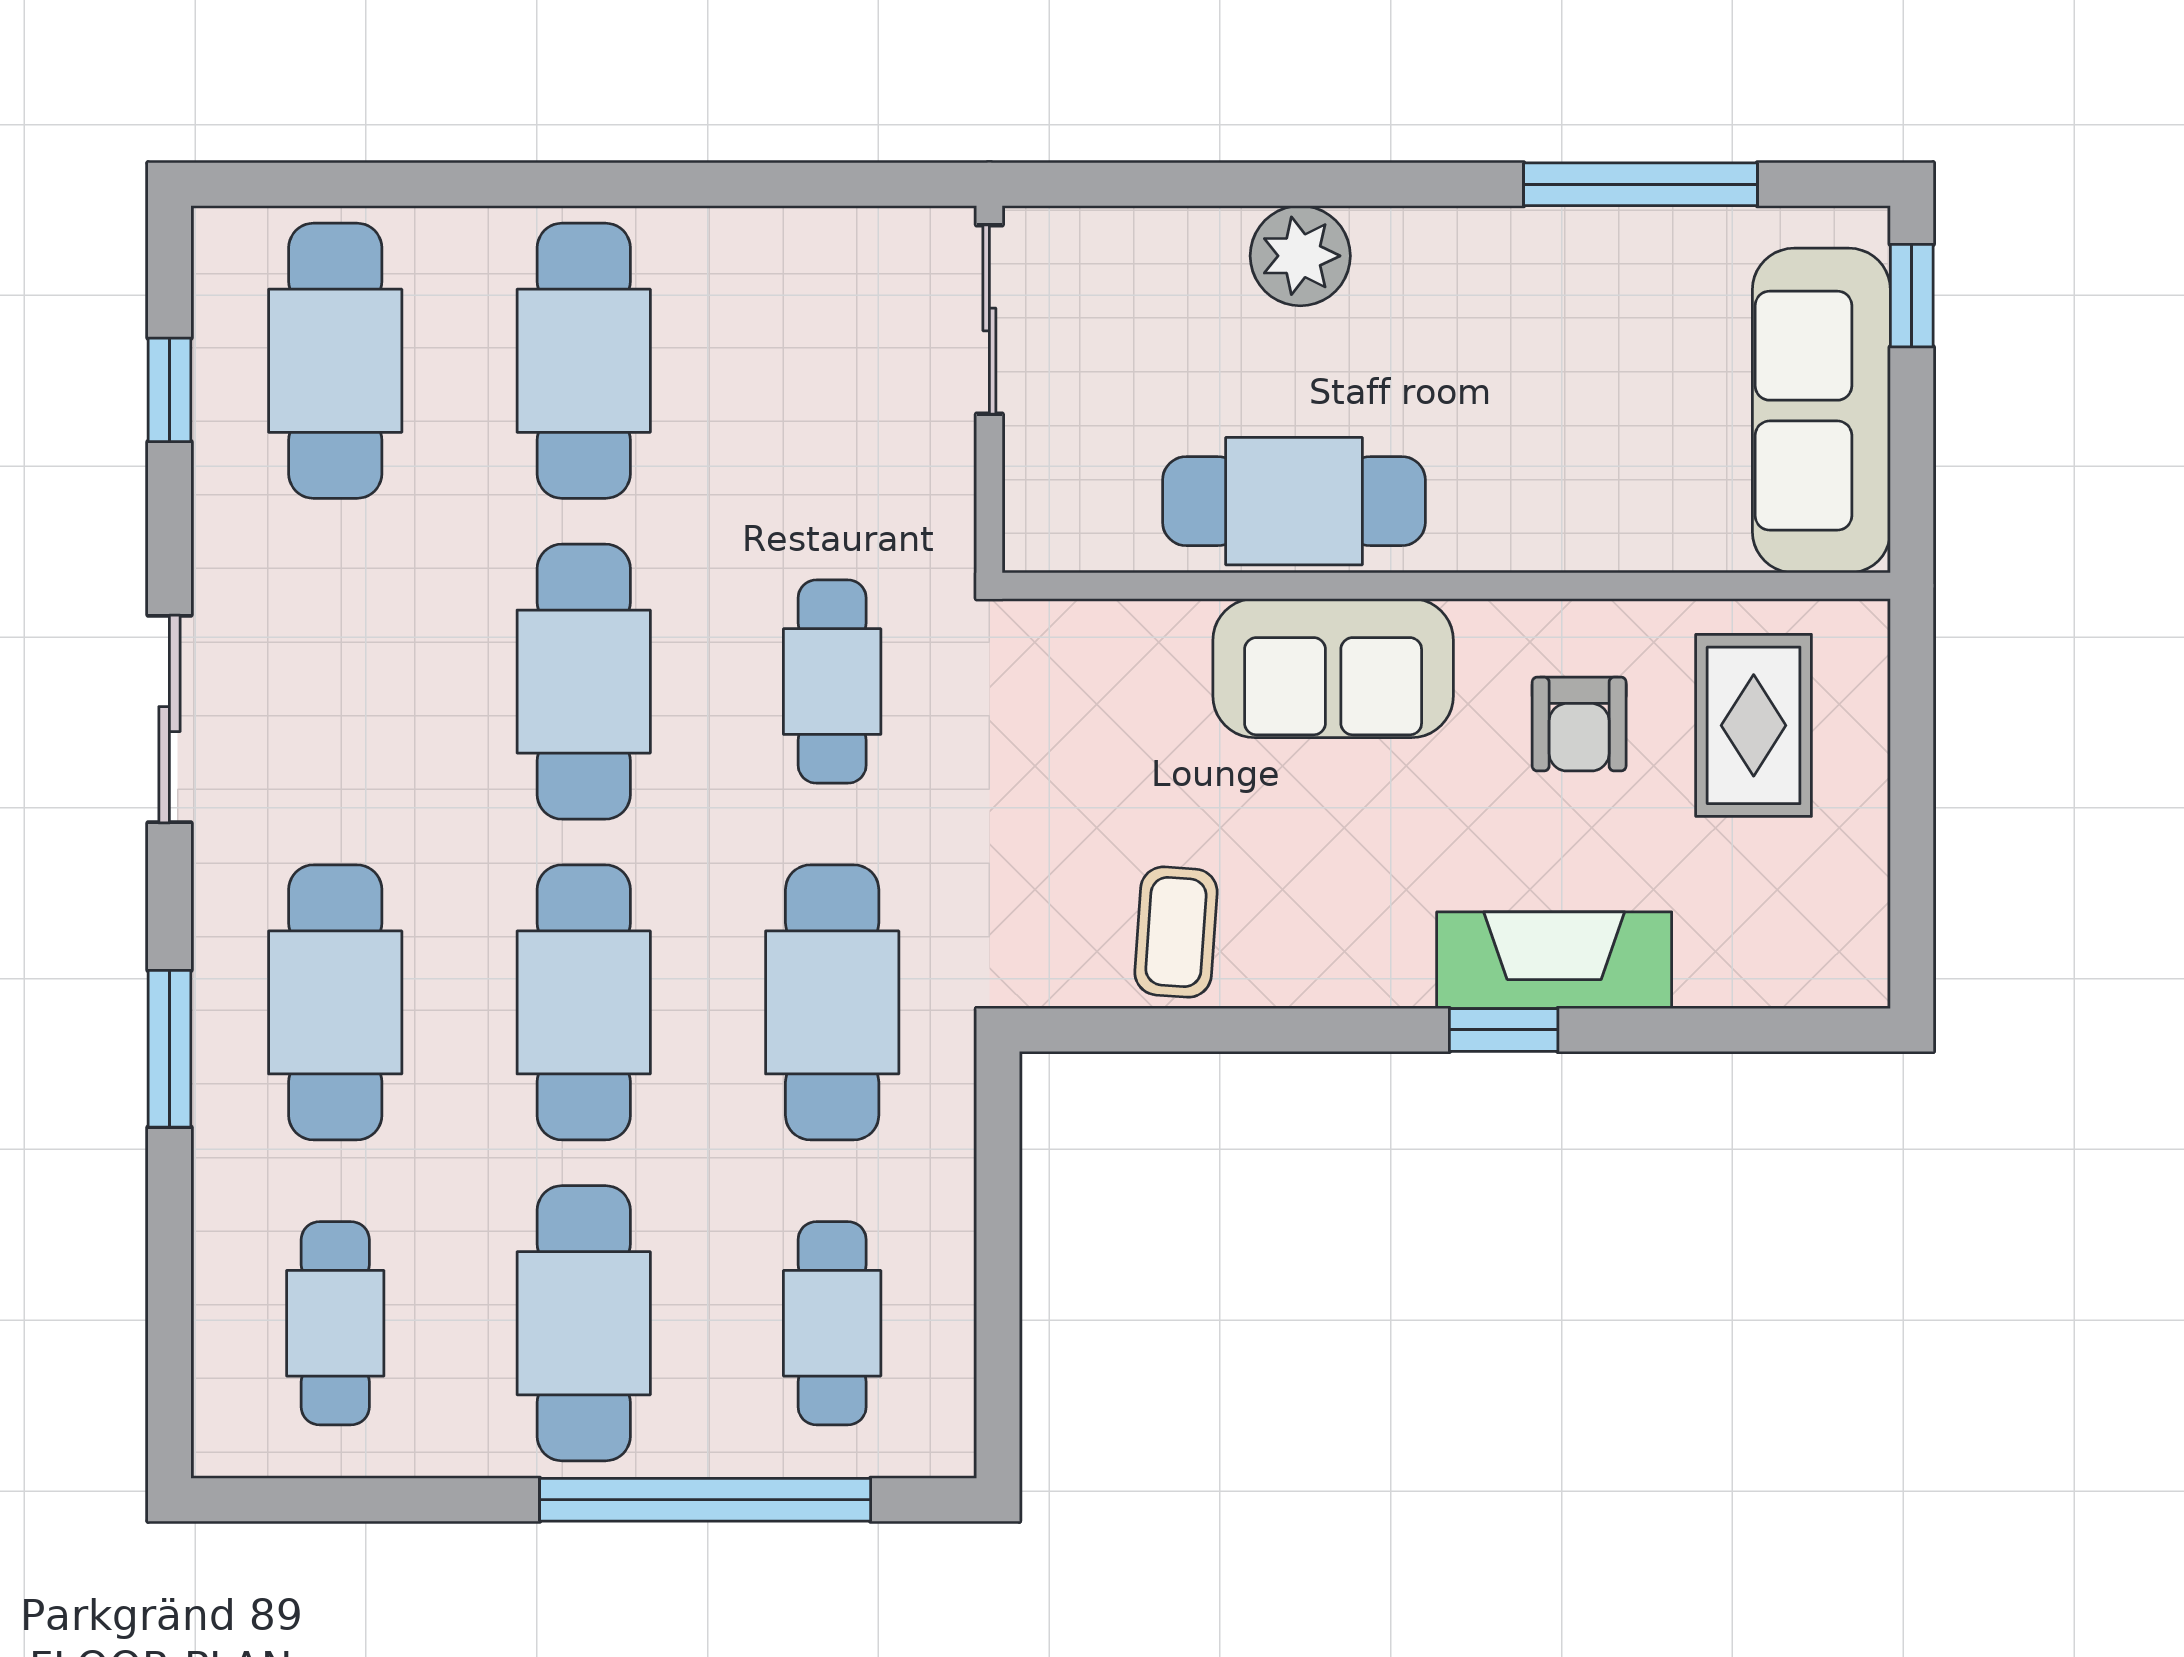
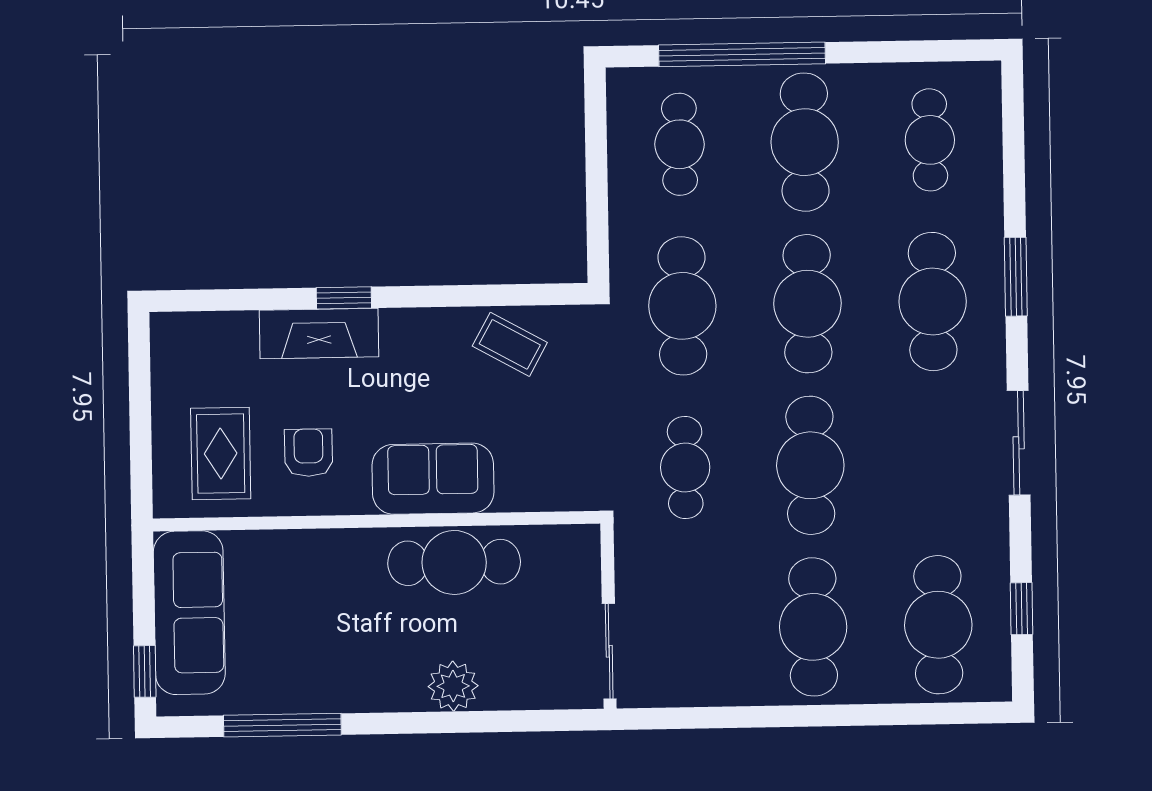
coffee table: (1176, 932) -> (510, 344), turned -65

